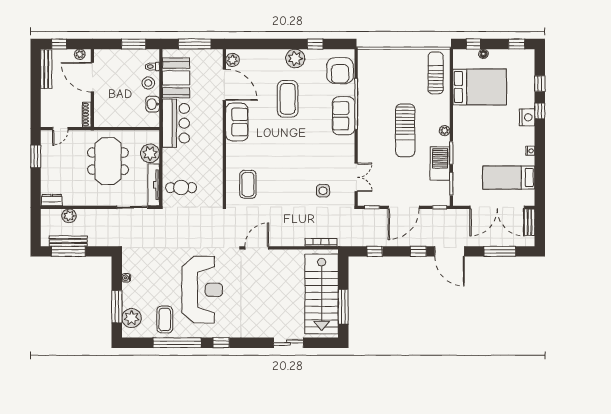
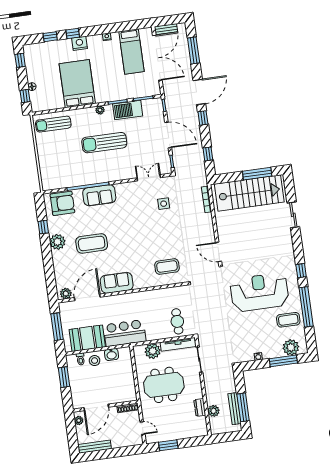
window: (59, 44) -> (73, 439), removed
bed: (480, 87) -> (77, 84), moved
sun lounger: (405, 130) -> (104, 143), turned 180
dresser: (52, 200) -> (200, 408), moved

